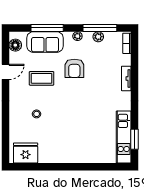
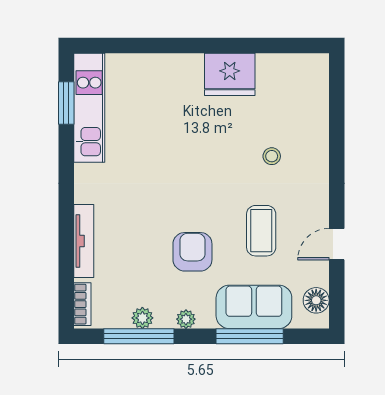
coffee table: (42, 78) -> (261, 231), turned 90
tv unit: (126, 78) -> (84, 241), width x1.41
fridge: (26, 153) -> (230, 74), moved

